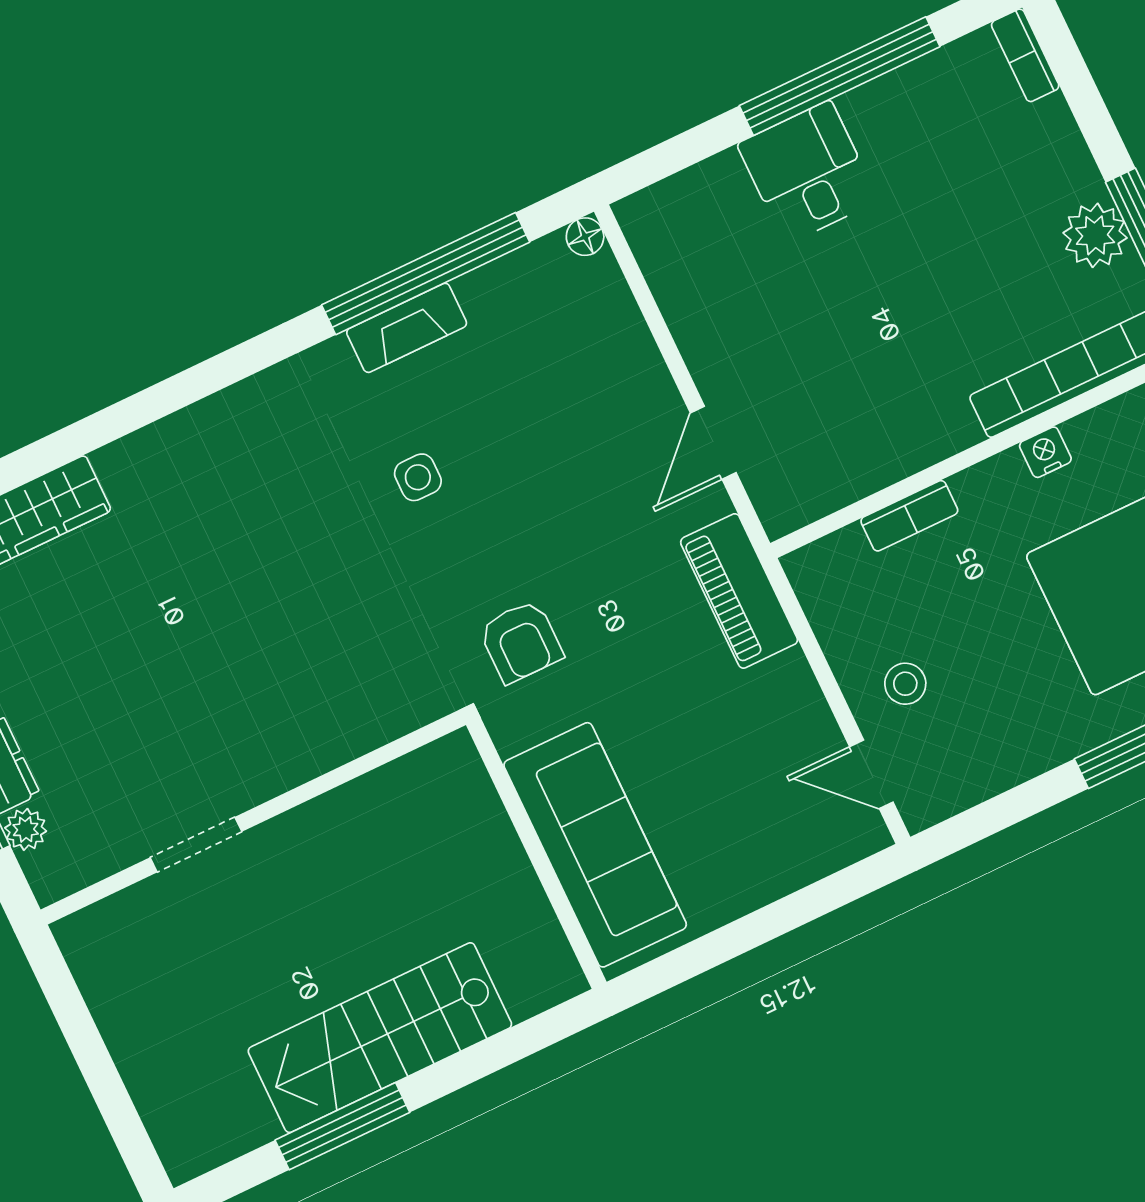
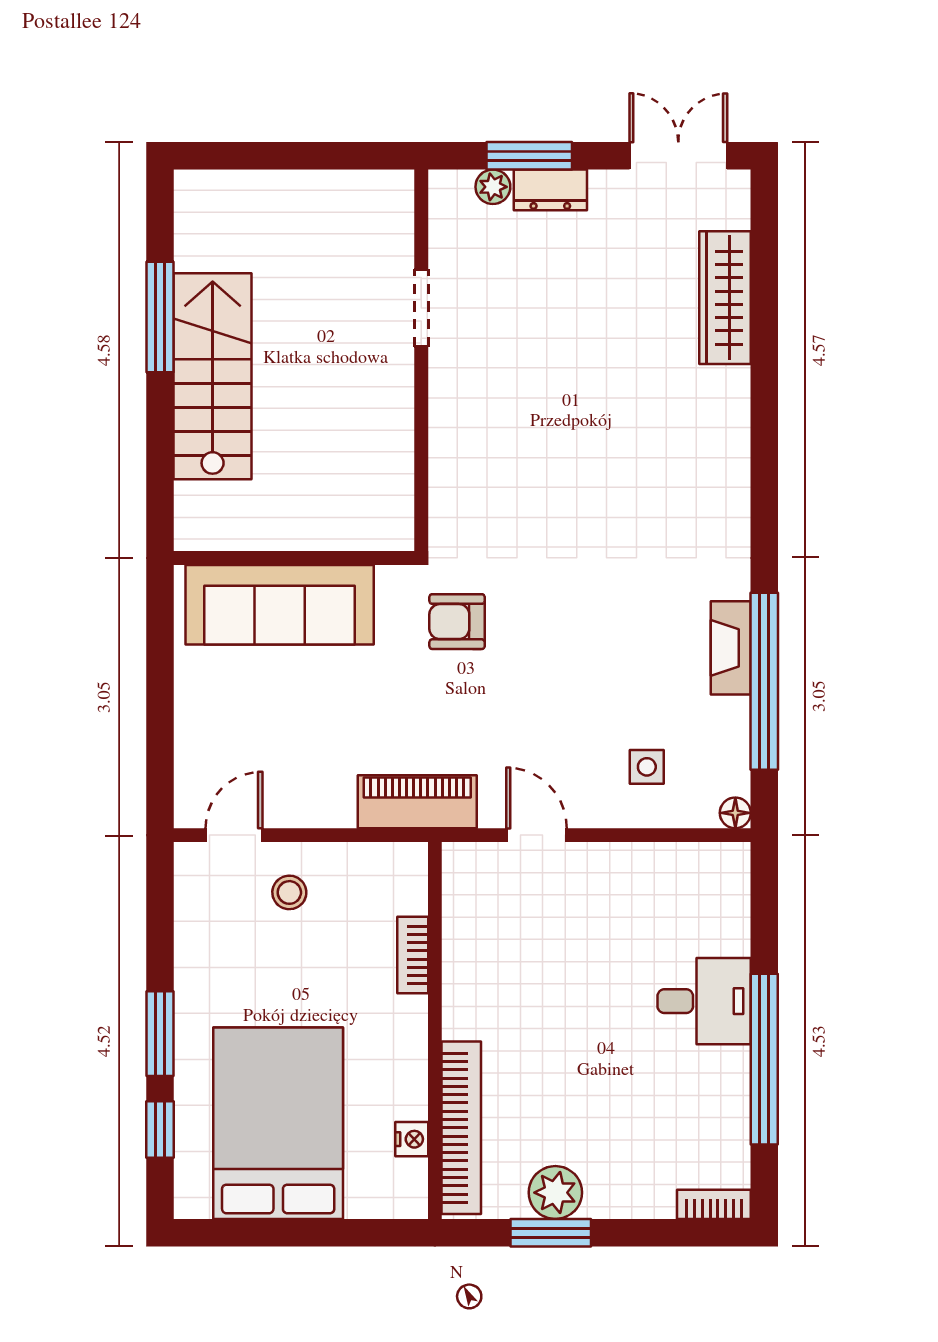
nightstand: (1045, 452) -> (412, 1139), moved
side table: (418, 477) -> (647, 767), moved

